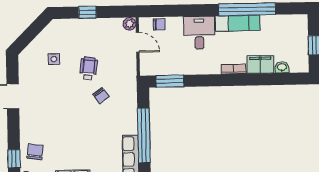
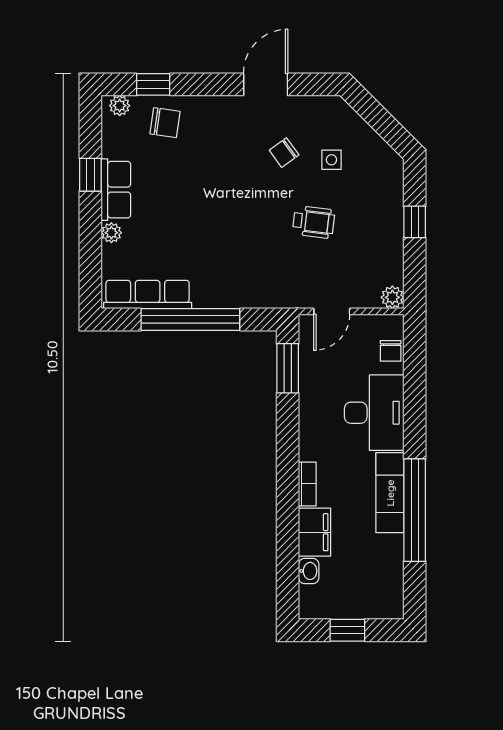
desk: (199, 33) -> (374, 413), width x1.37
door: (138, 42) -> (332, 311), moved
chair: (101, 96) -> (284, 153), moved

